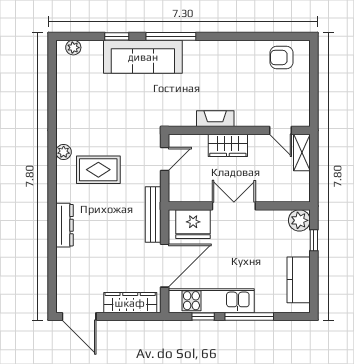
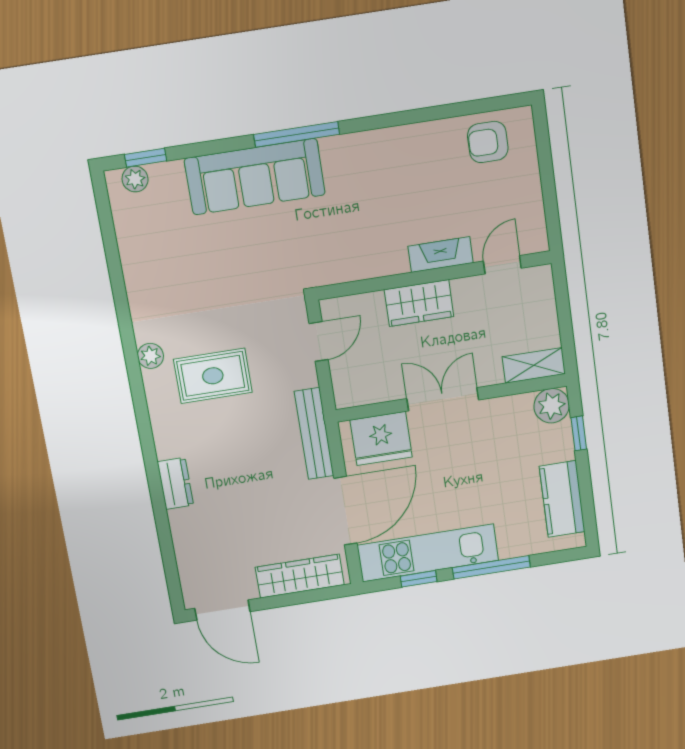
window: (117, 36) -> (146, 158), moved
fireplace: (215, 119) -> (441, 255), moved
door: (281, 130) -> (502, 265), swing flipped
shelving: (302, 153) -> (534, 365), moved, turned 90
dresser: (64, 225) -> (175, 483), width x0.70

